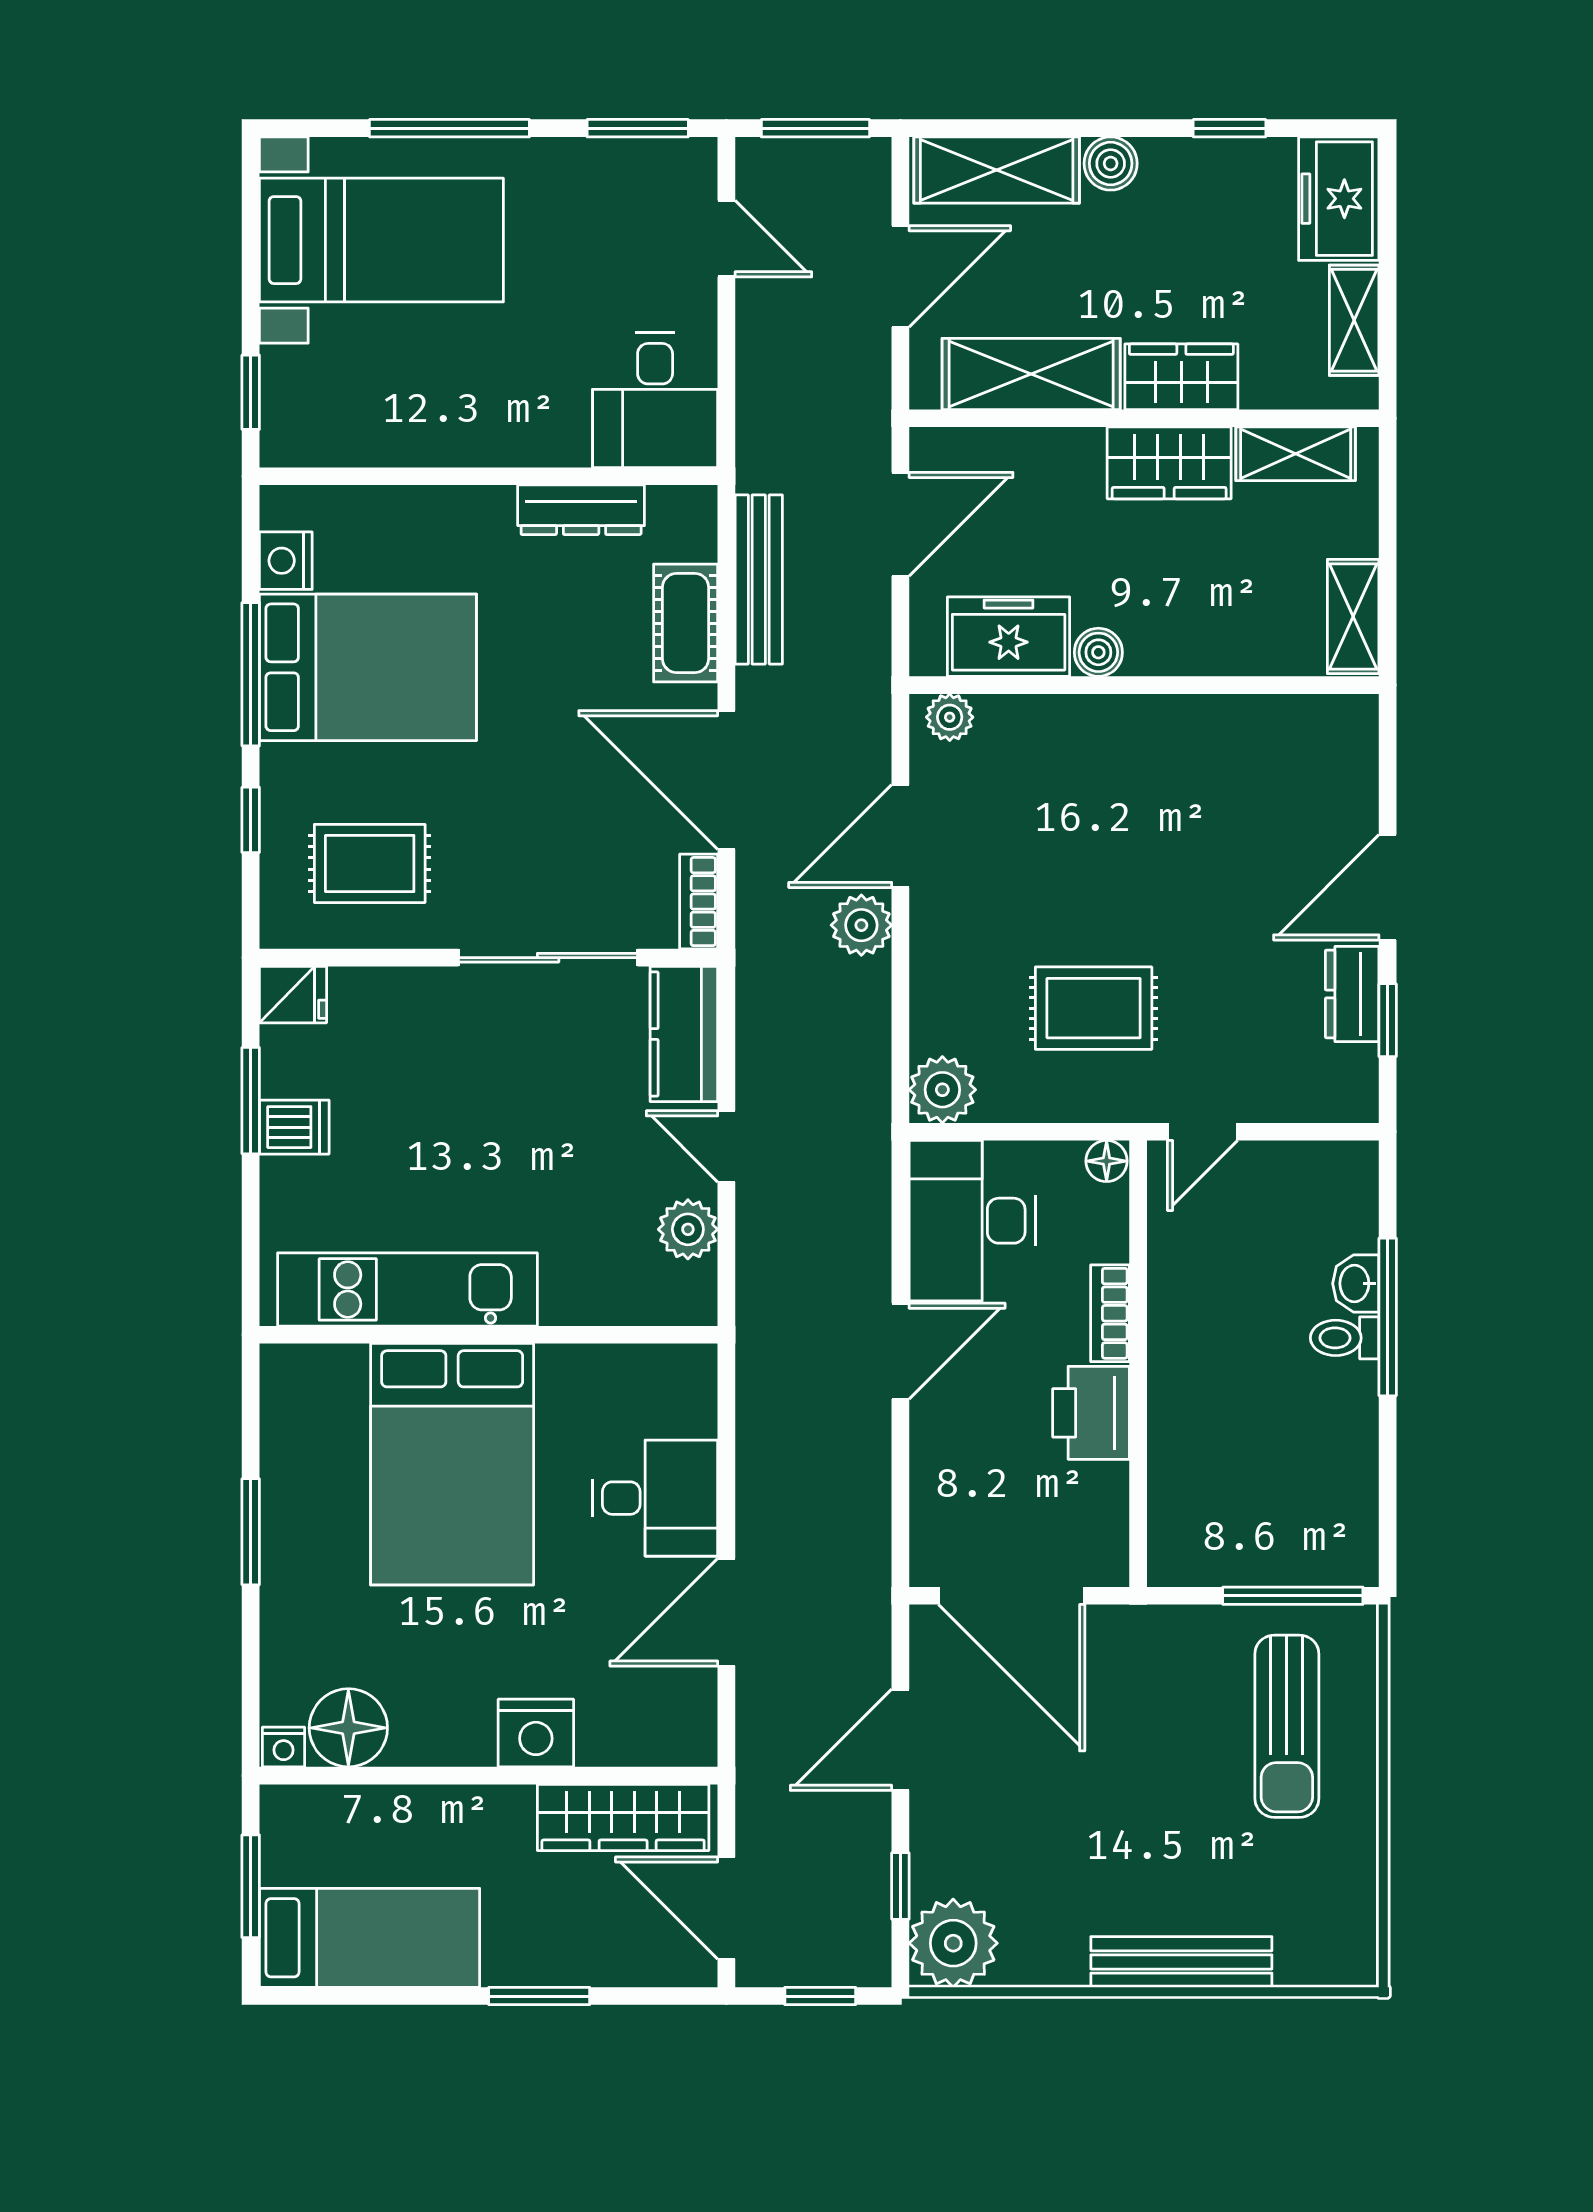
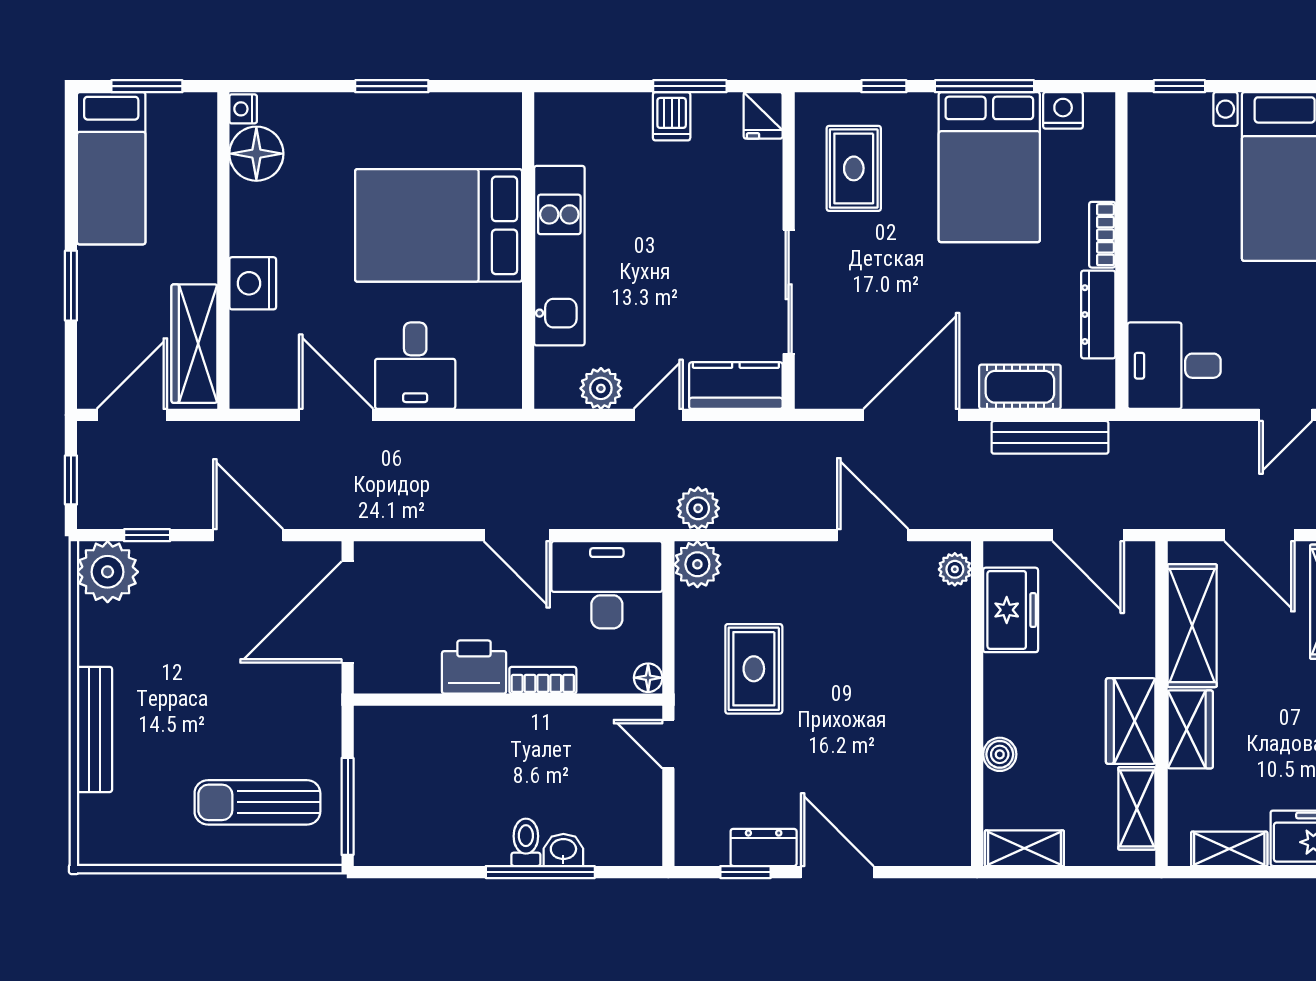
boiler: (1098, 652) -> (1000, 754), moved
bookcase: (699, 902) -> (1102, 235), moved, turned -90
plant: (861, 925) -> (698, 508), moved
kitchen unit: (407, 1289) -> (559, 256), moved

